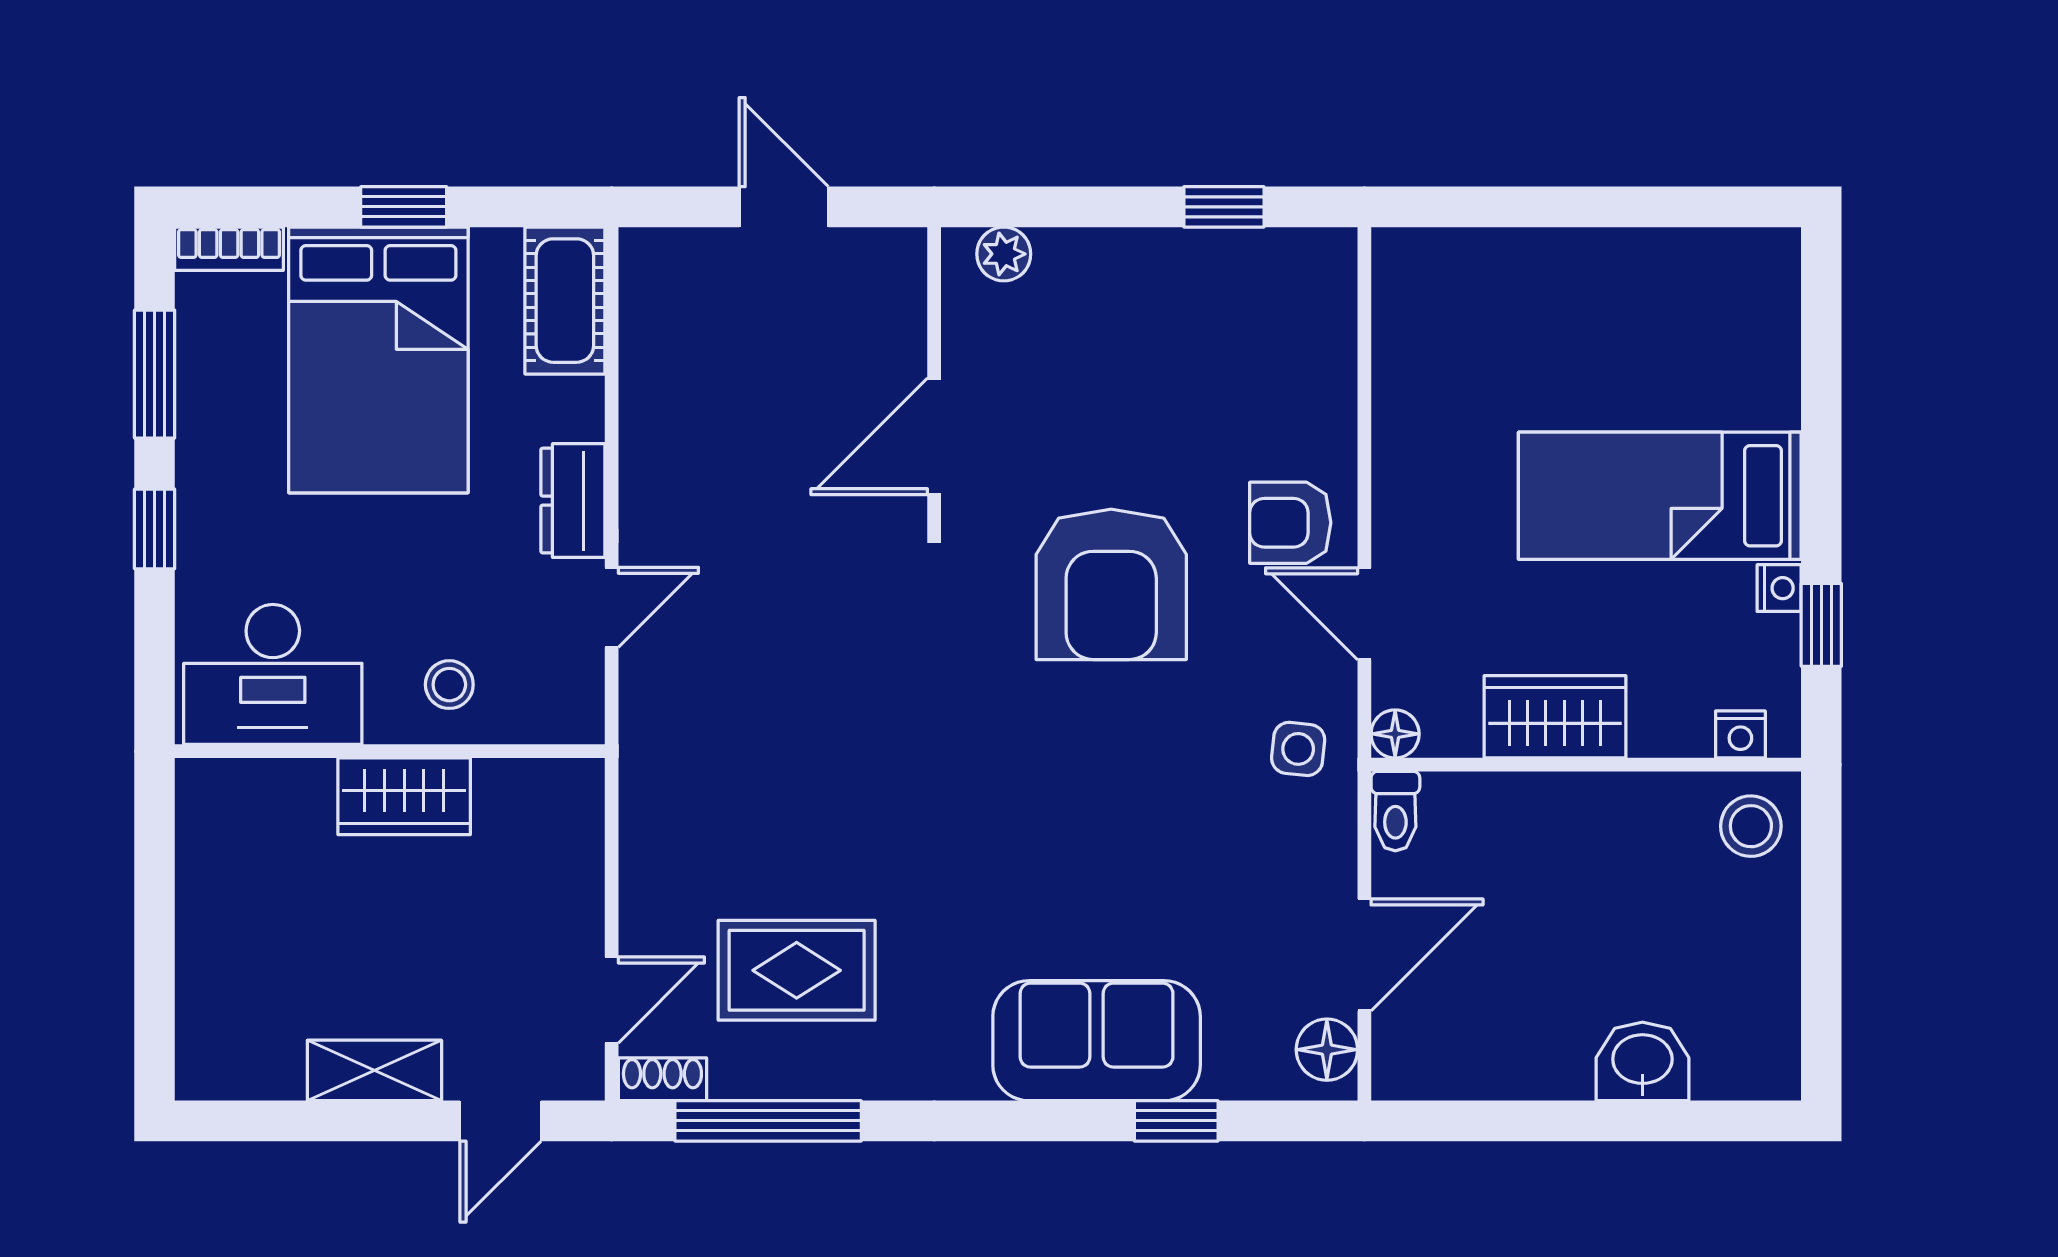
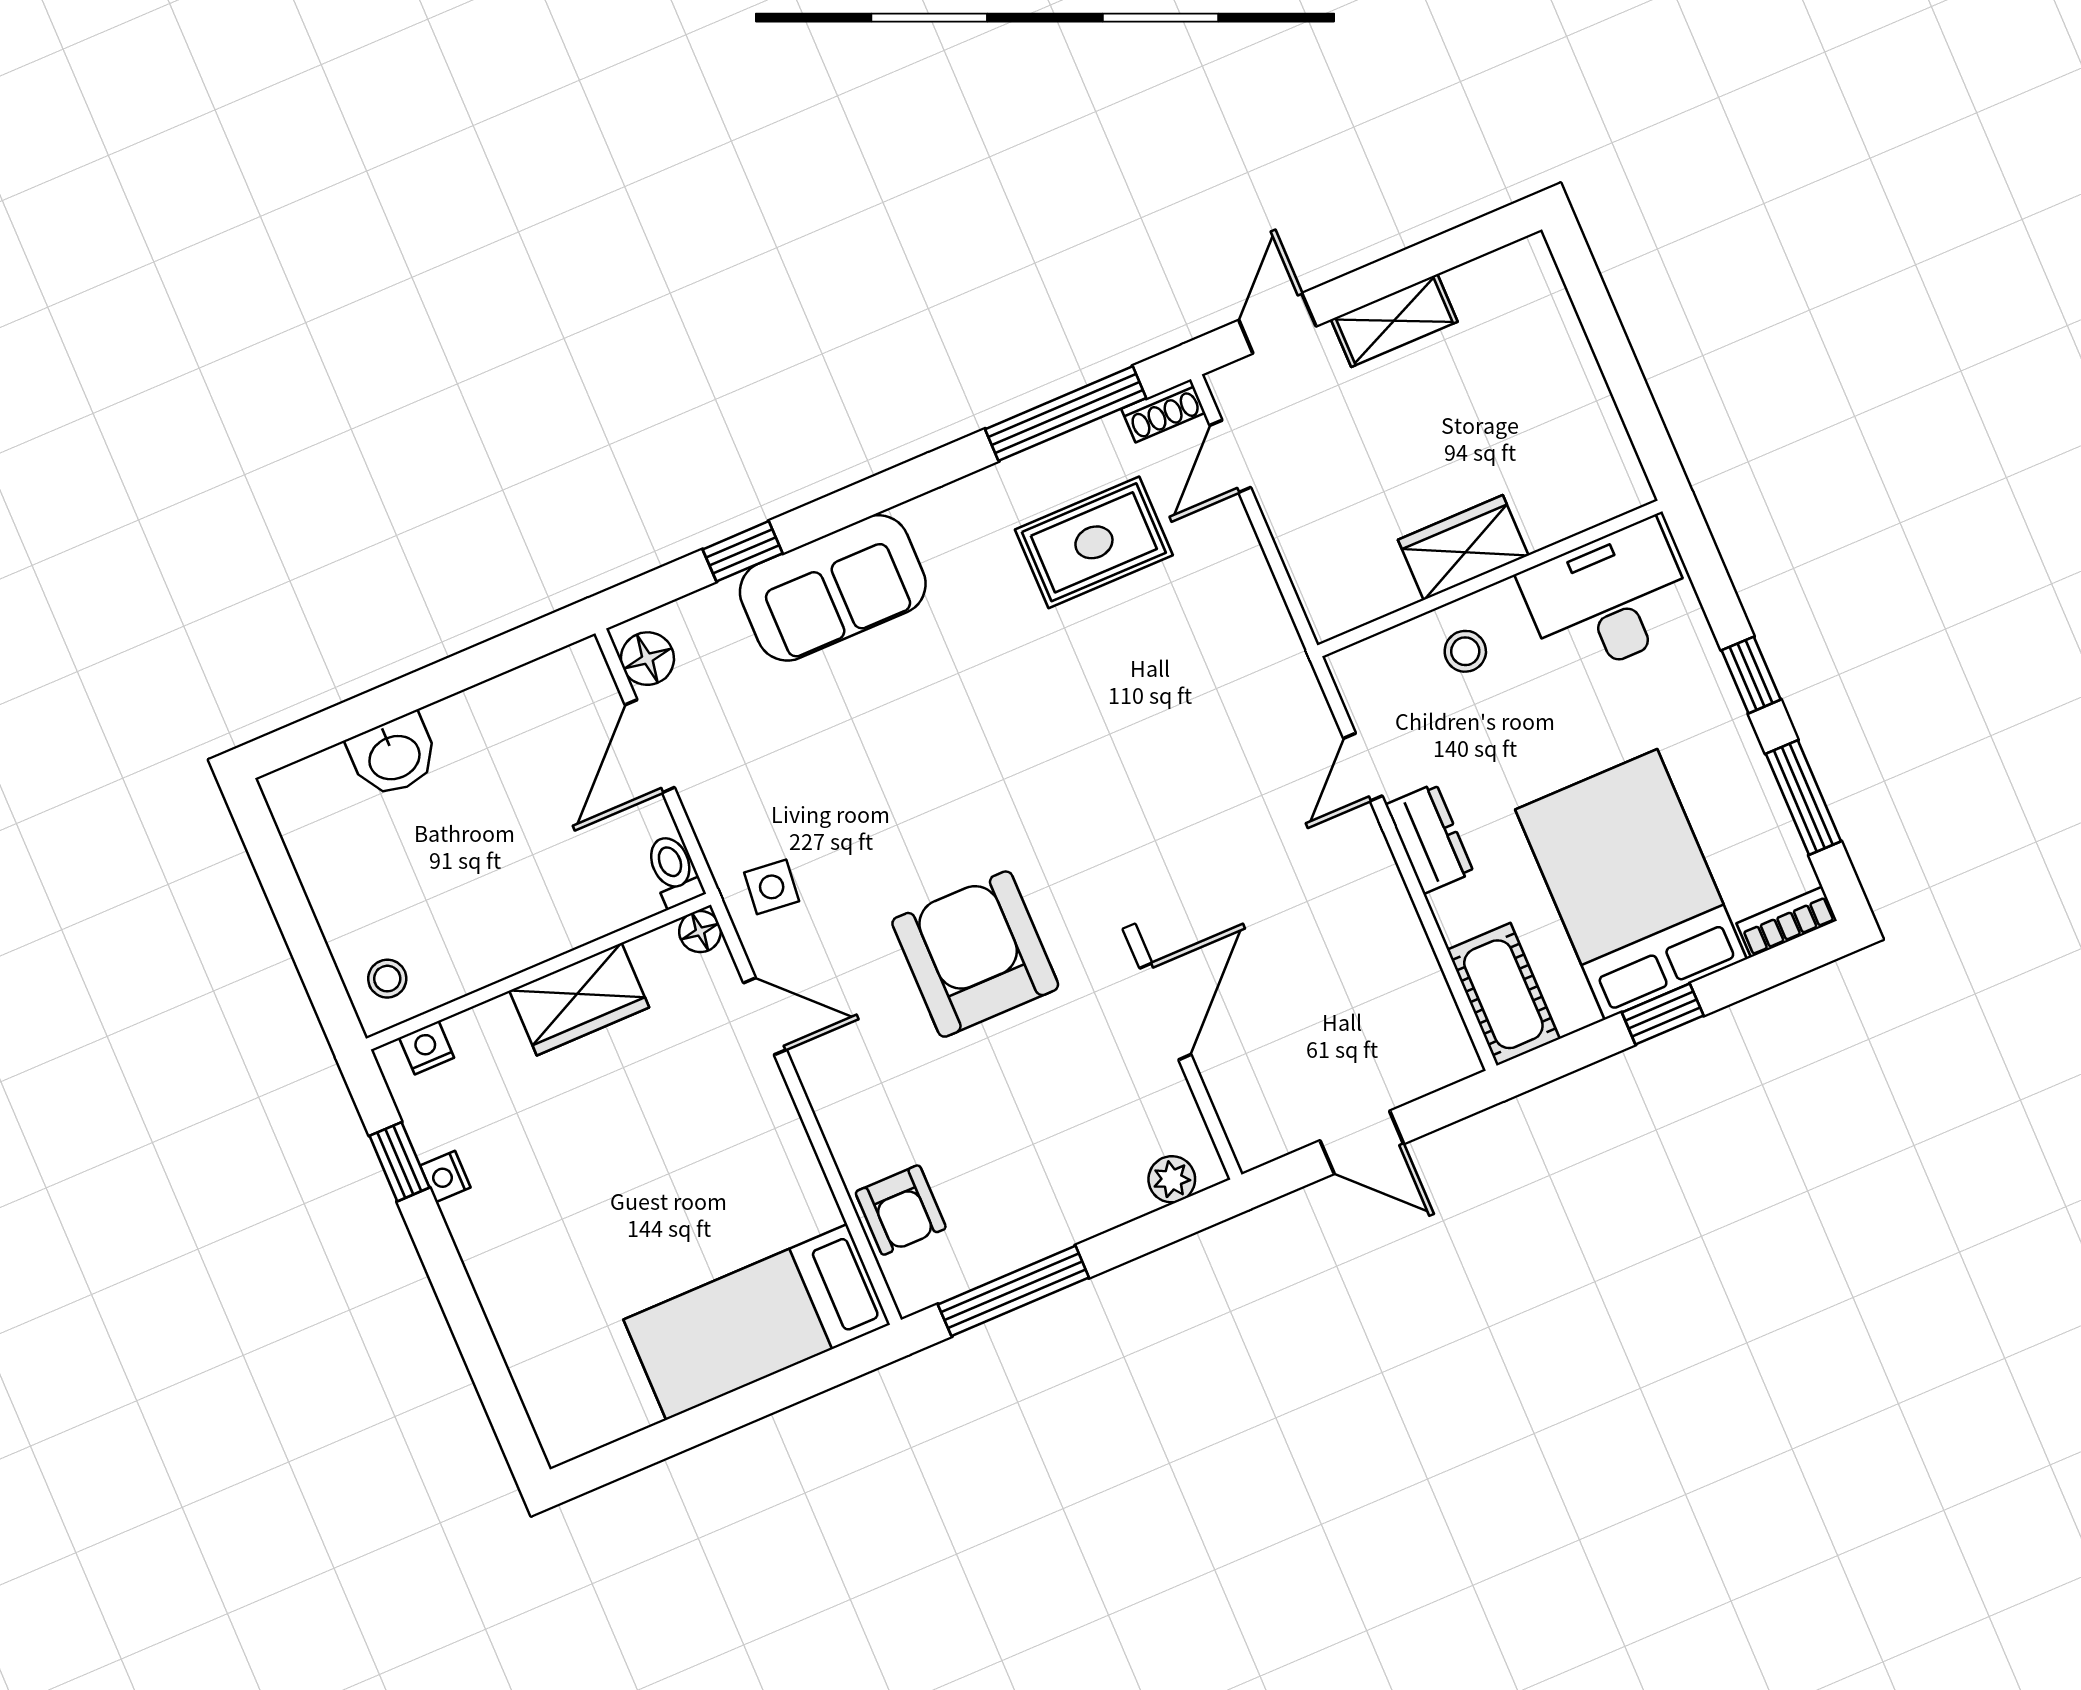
window: (1224, 207) -> (1013, 1291), width x2.17
bed: (1660, 496) -> (757, 1322), moved, turned 180
armchair: (1290, 523) -> (901, 1210), moved, turned 90
stool: (1751, 826) -> (387, 979), width x0.73, depth x0.73

